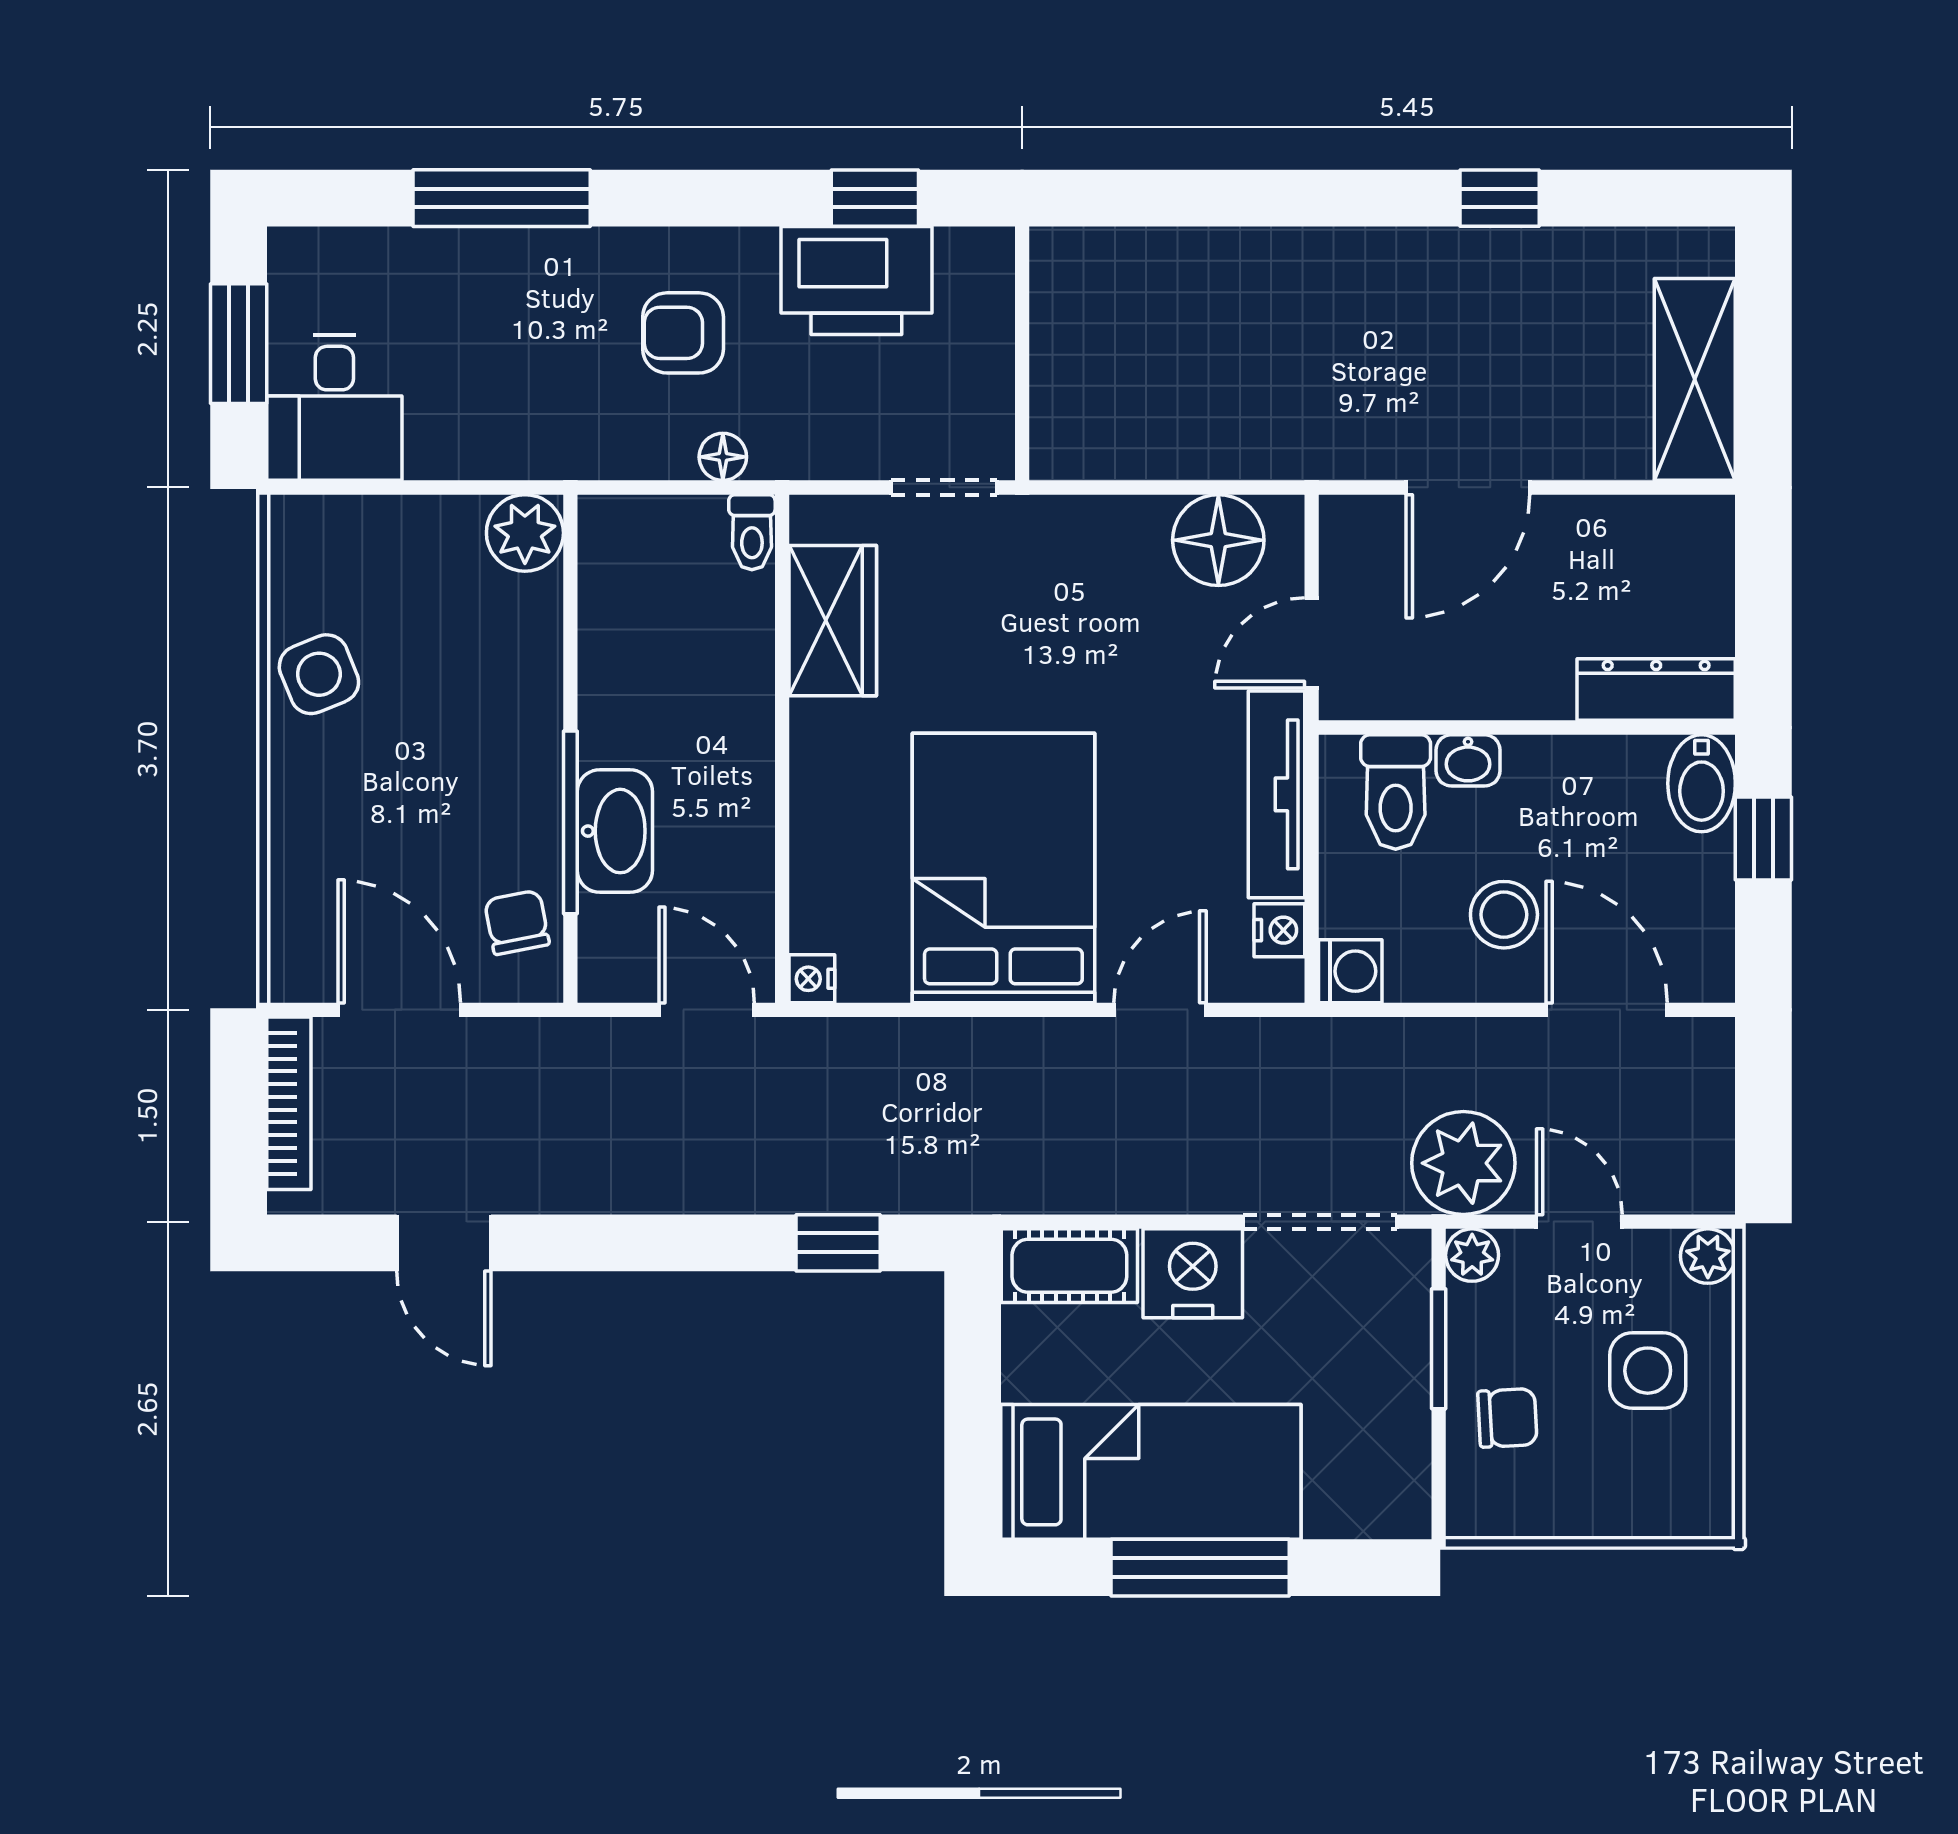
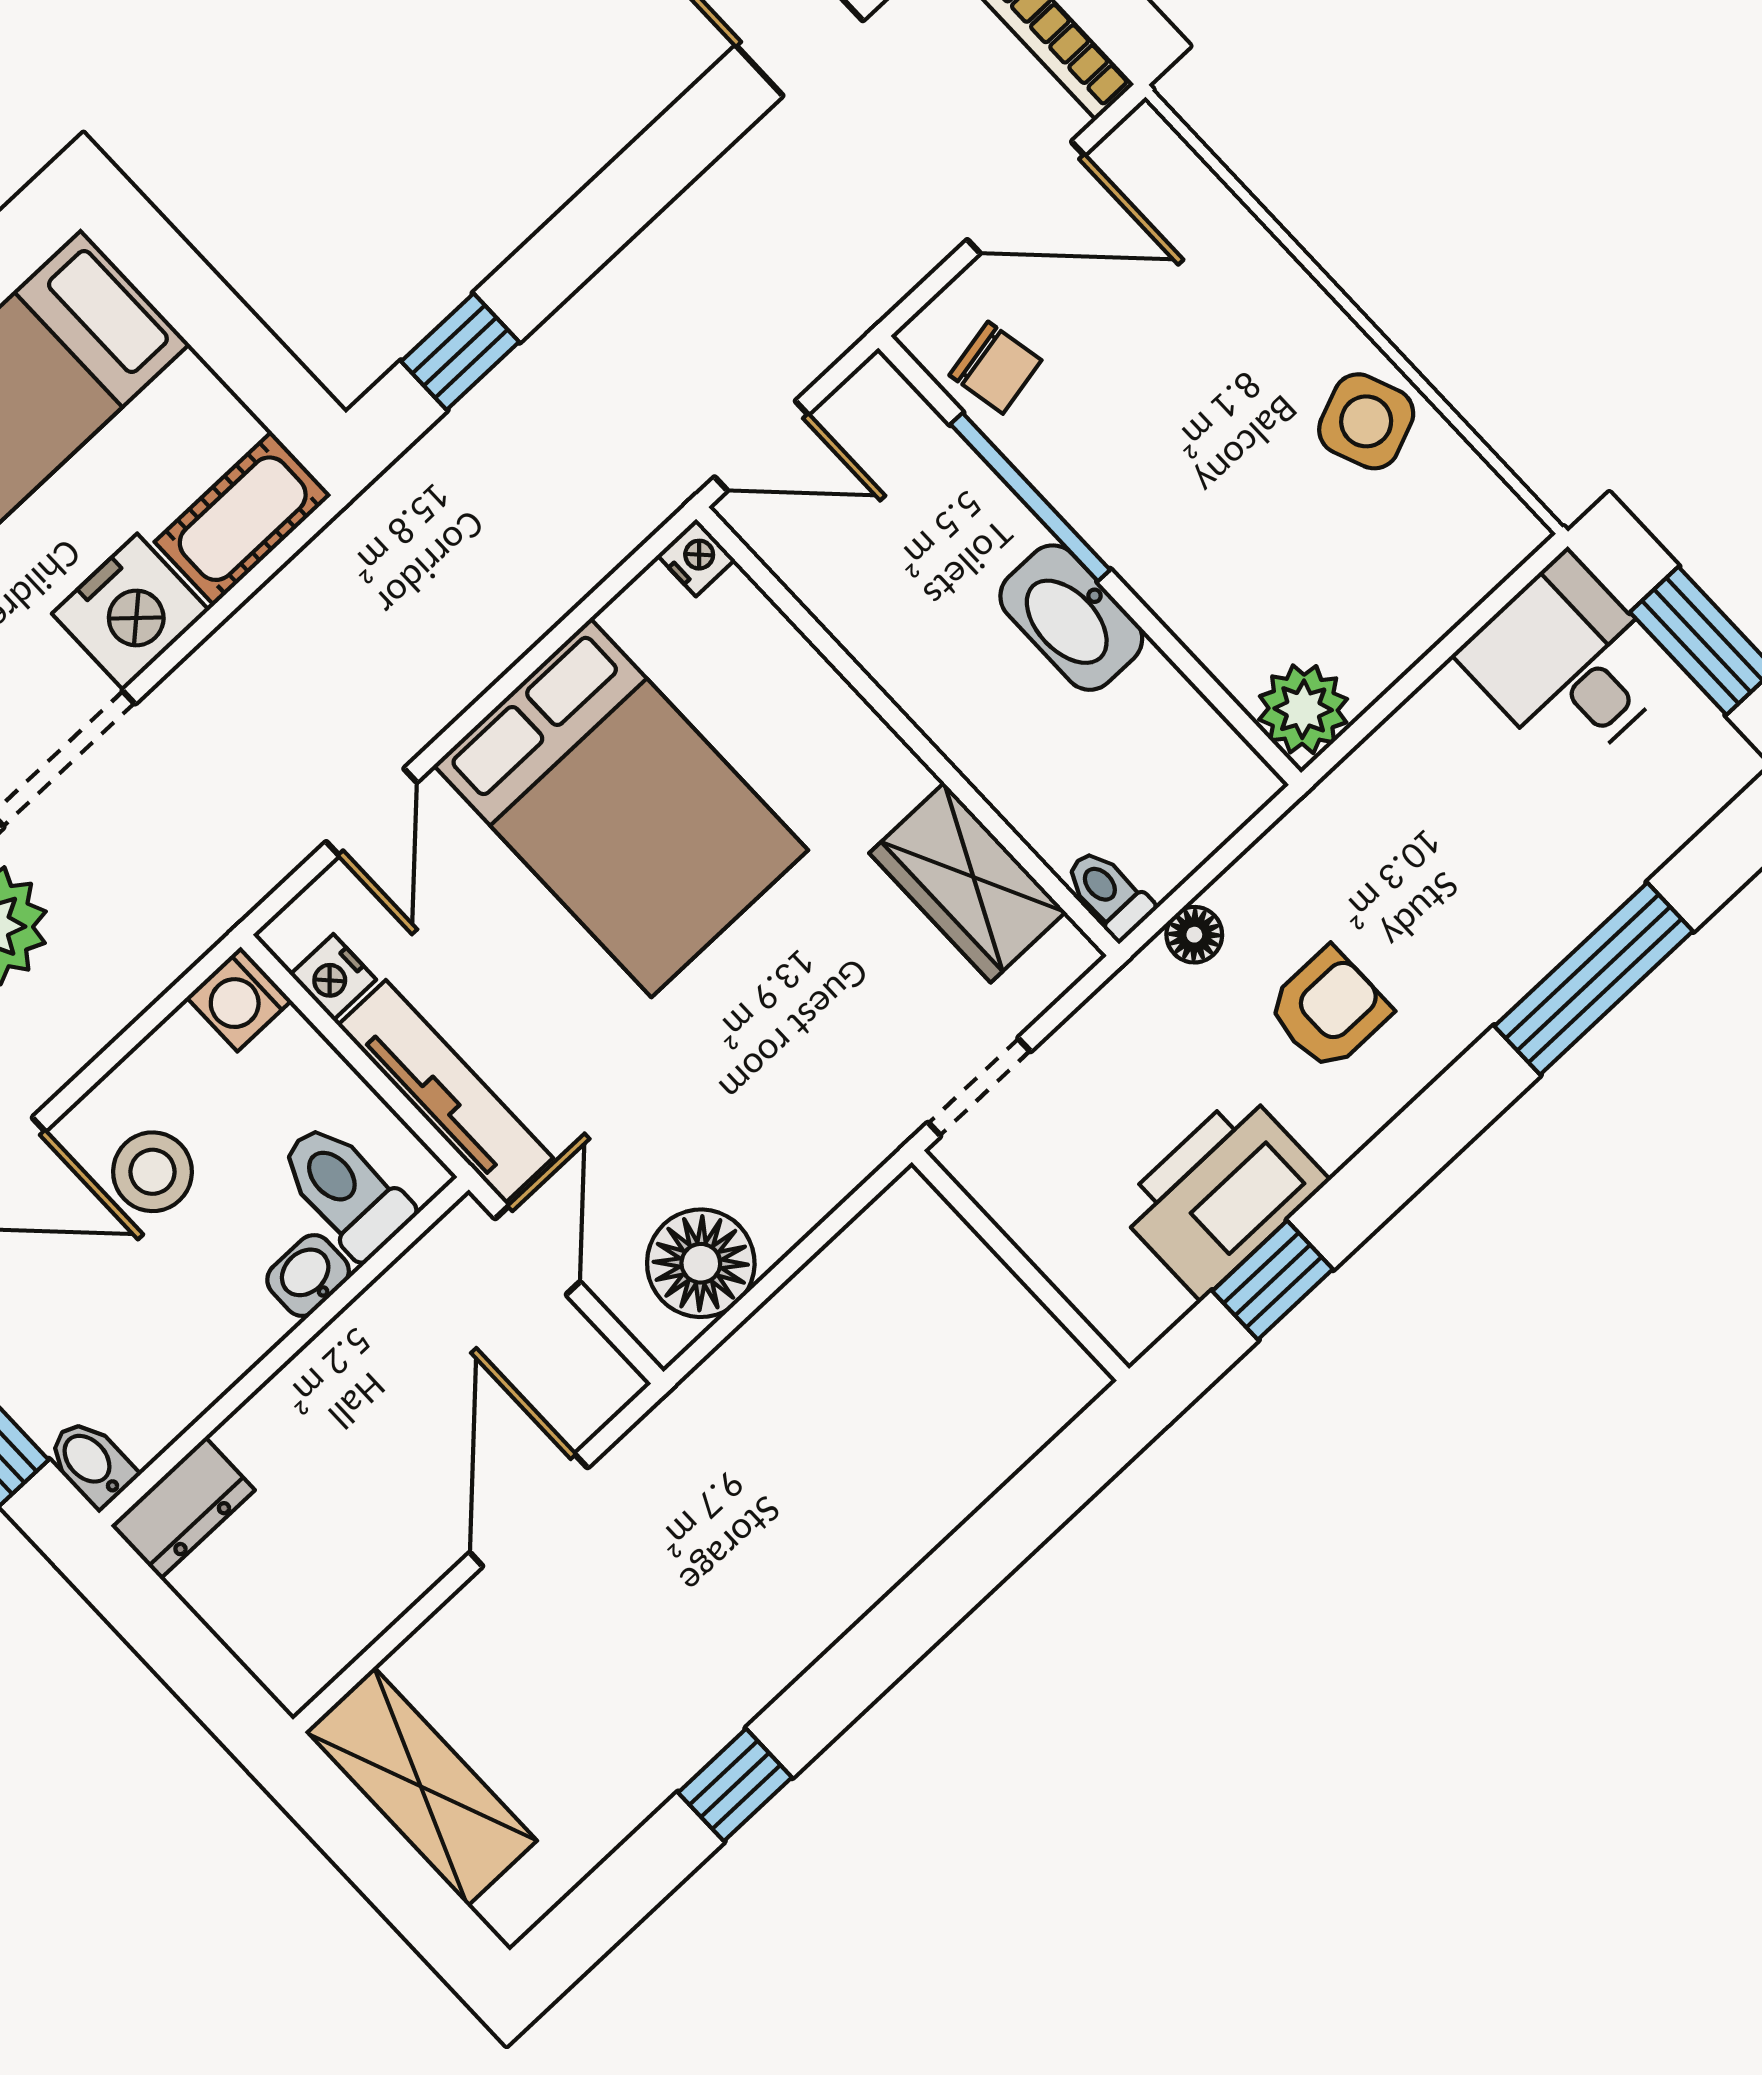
dresser: (1656, 690) -> (183, 1508), width x0.70
bidet: (1702, 783) -> (91, 1463), width x0.72, depth x0.74
washbasin: (615, 831) -> (1071, 618), moved

